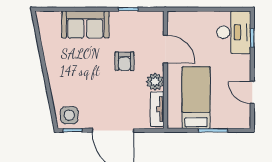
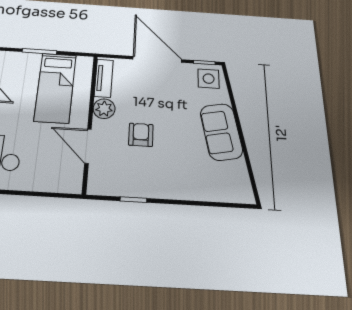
sofa: (85, 25) -> (221, 132), moved, turned -101

